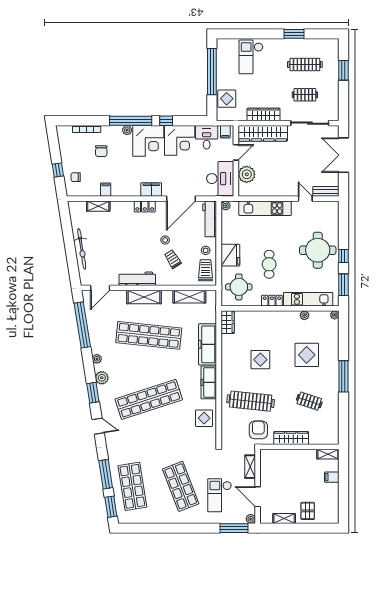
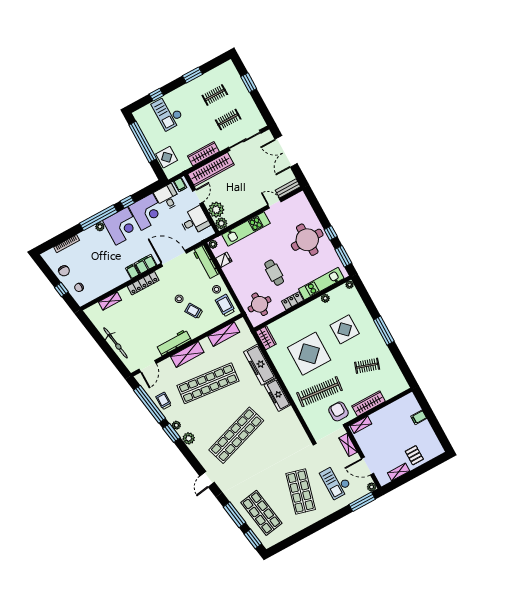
window: (249, 34) -> (156, 95), added
clothes rail: (305, 64) -> (215, 95), width x0.73
chair: (101, 151) -> (64, 271), moved
desk: (220, 179) -> (195, 221), width x0.73
filing cabinet: (106, 190) -> (132, 271), moved
plant: (244, 190) -> (221, 223), added
door: (181, 199) -> (174, 258), swing flipped
locker: (145, 206) -> (143, 283), width x1.53
fridge: (230, 255) -> (224, 260), moved, width x0.53, depth x0.75
trolley: (97, 329) -> (164, 401), added
display table: (260, 360) -> (309, 354), width x1.86, depth x1.86
window: (93, 393) -> (172, 433), moved
display table: (204, 418) -> (289, 426), removed
door: (98, 426) -> (207, 479), swing flipped
shelving: (328, 454) -> (361, 425), moved
shop shelf: (181, 486) -> (301, 492), turned 36

